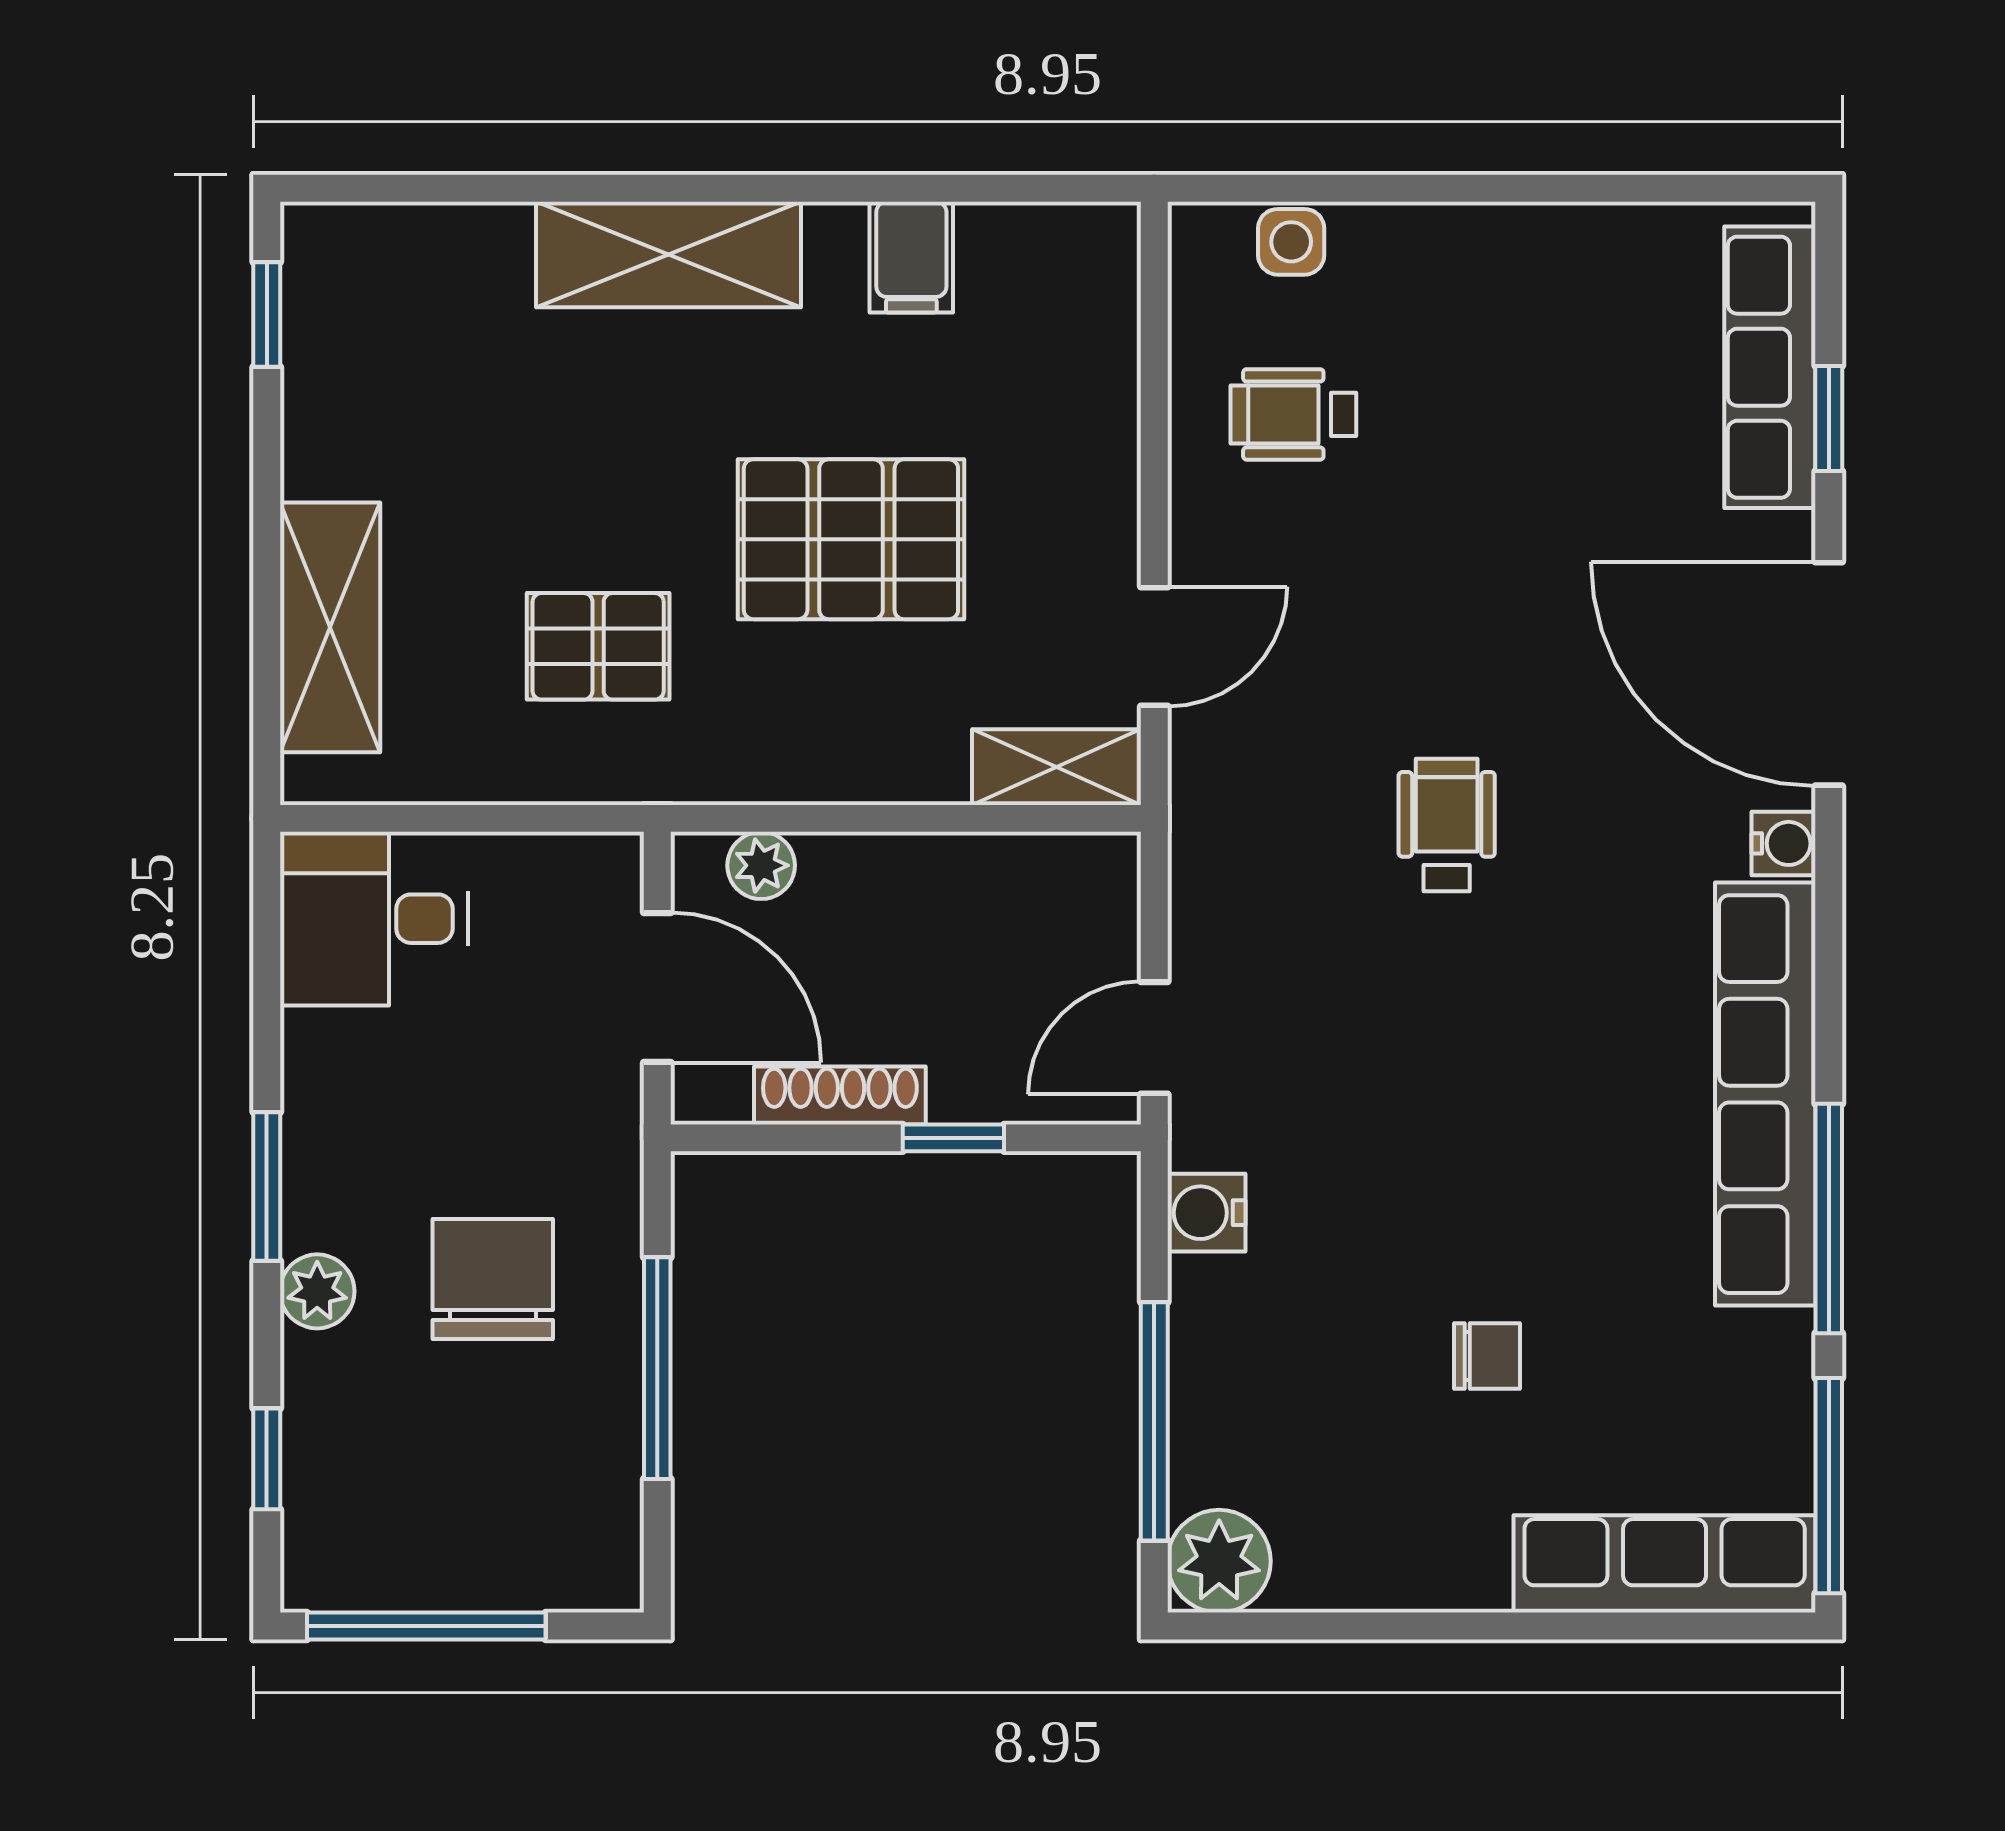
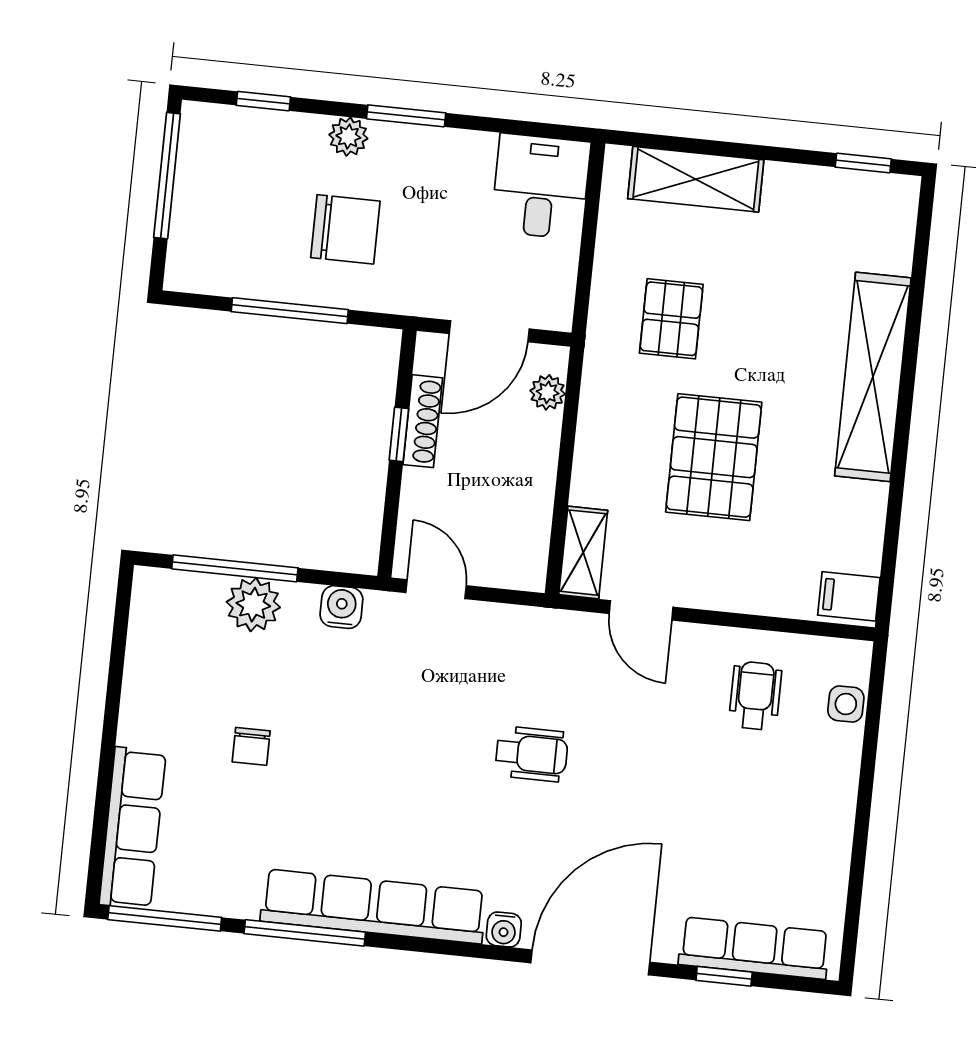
shelving: (668, 255) -> (873, 377), width x1.47
filing cabinet: (911, 257) -> (849, 596), moved
window: (953, 1138) -> (399, 434), moved
plant: (1219, 1561) -> (253, 605), moved

